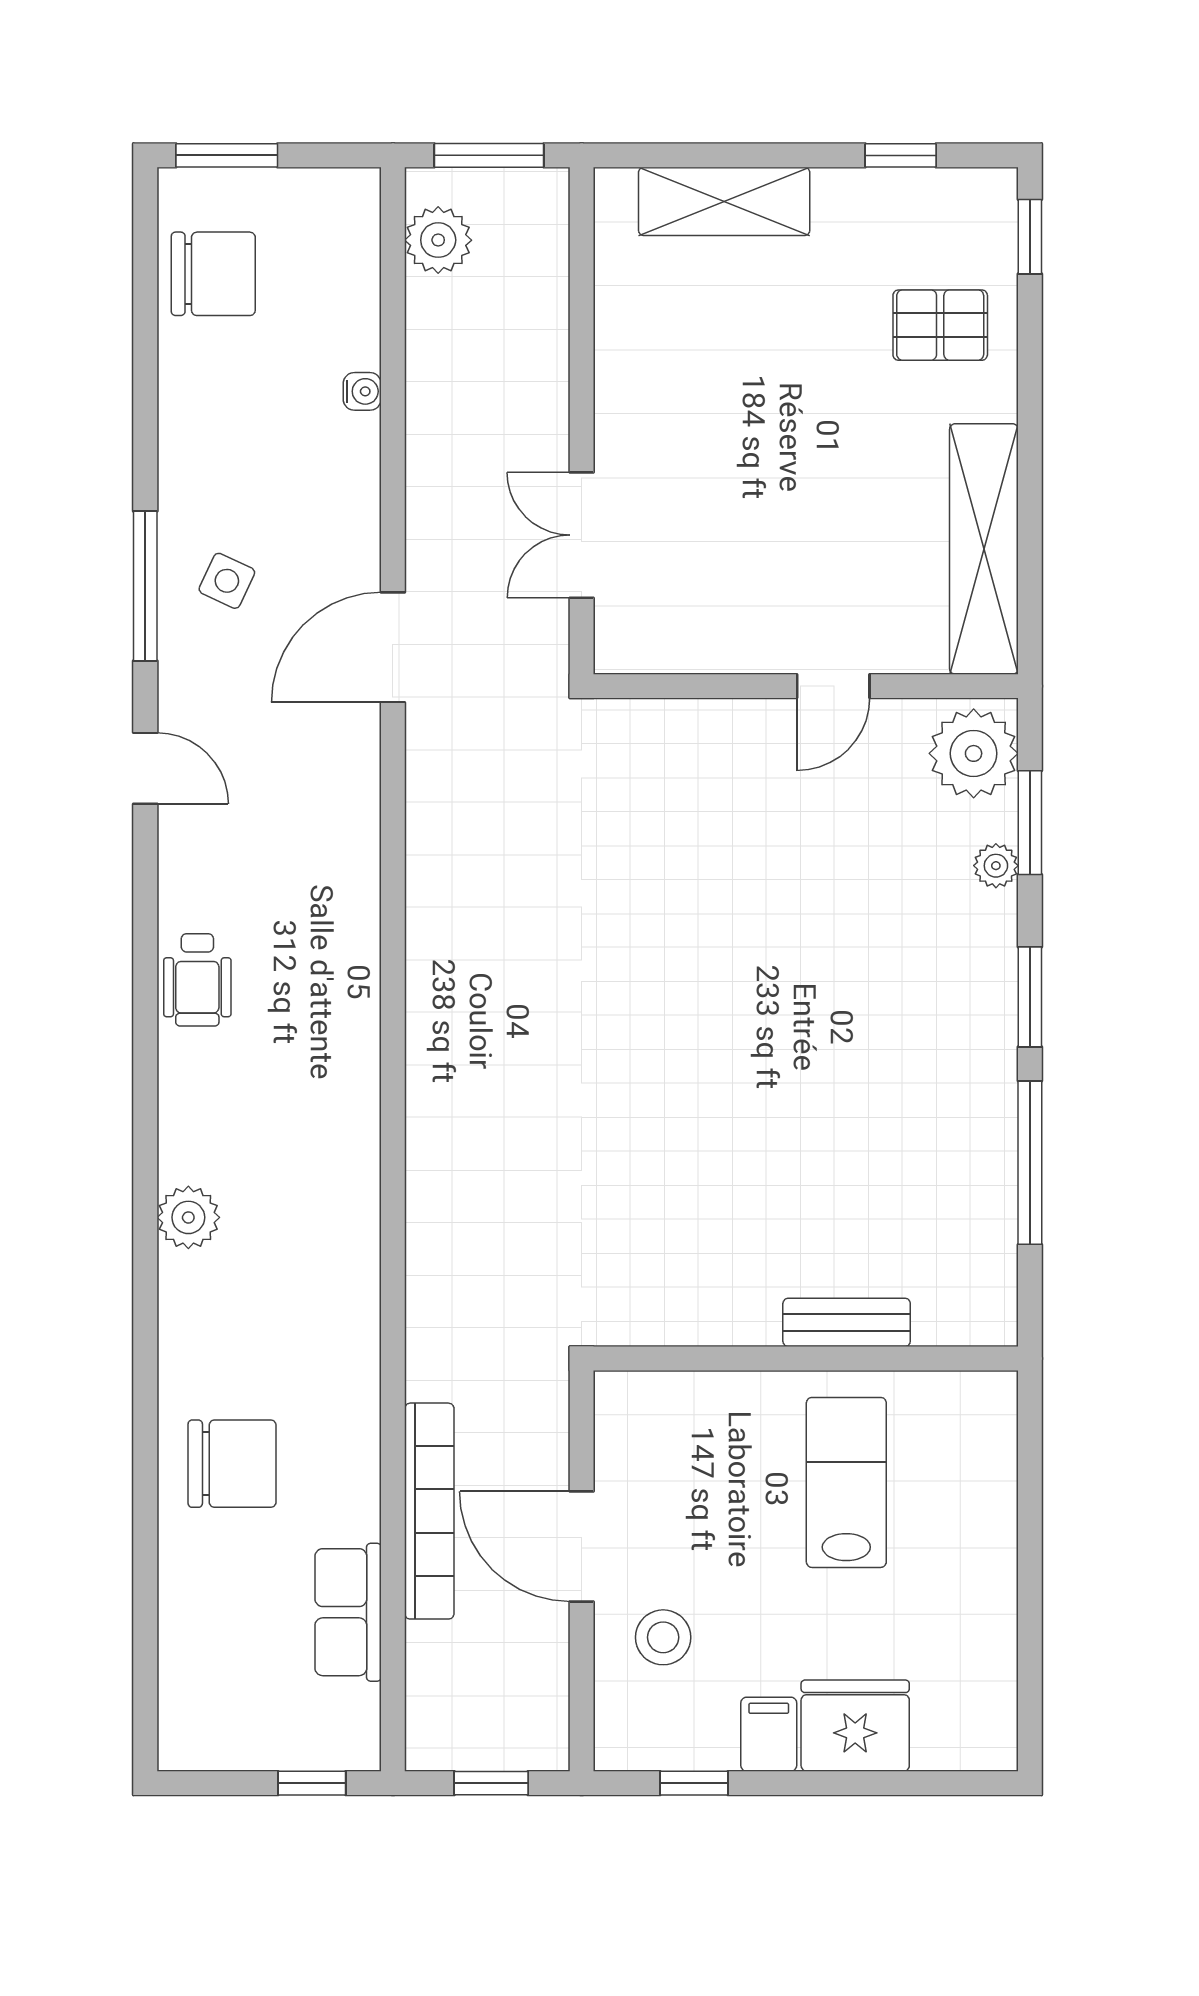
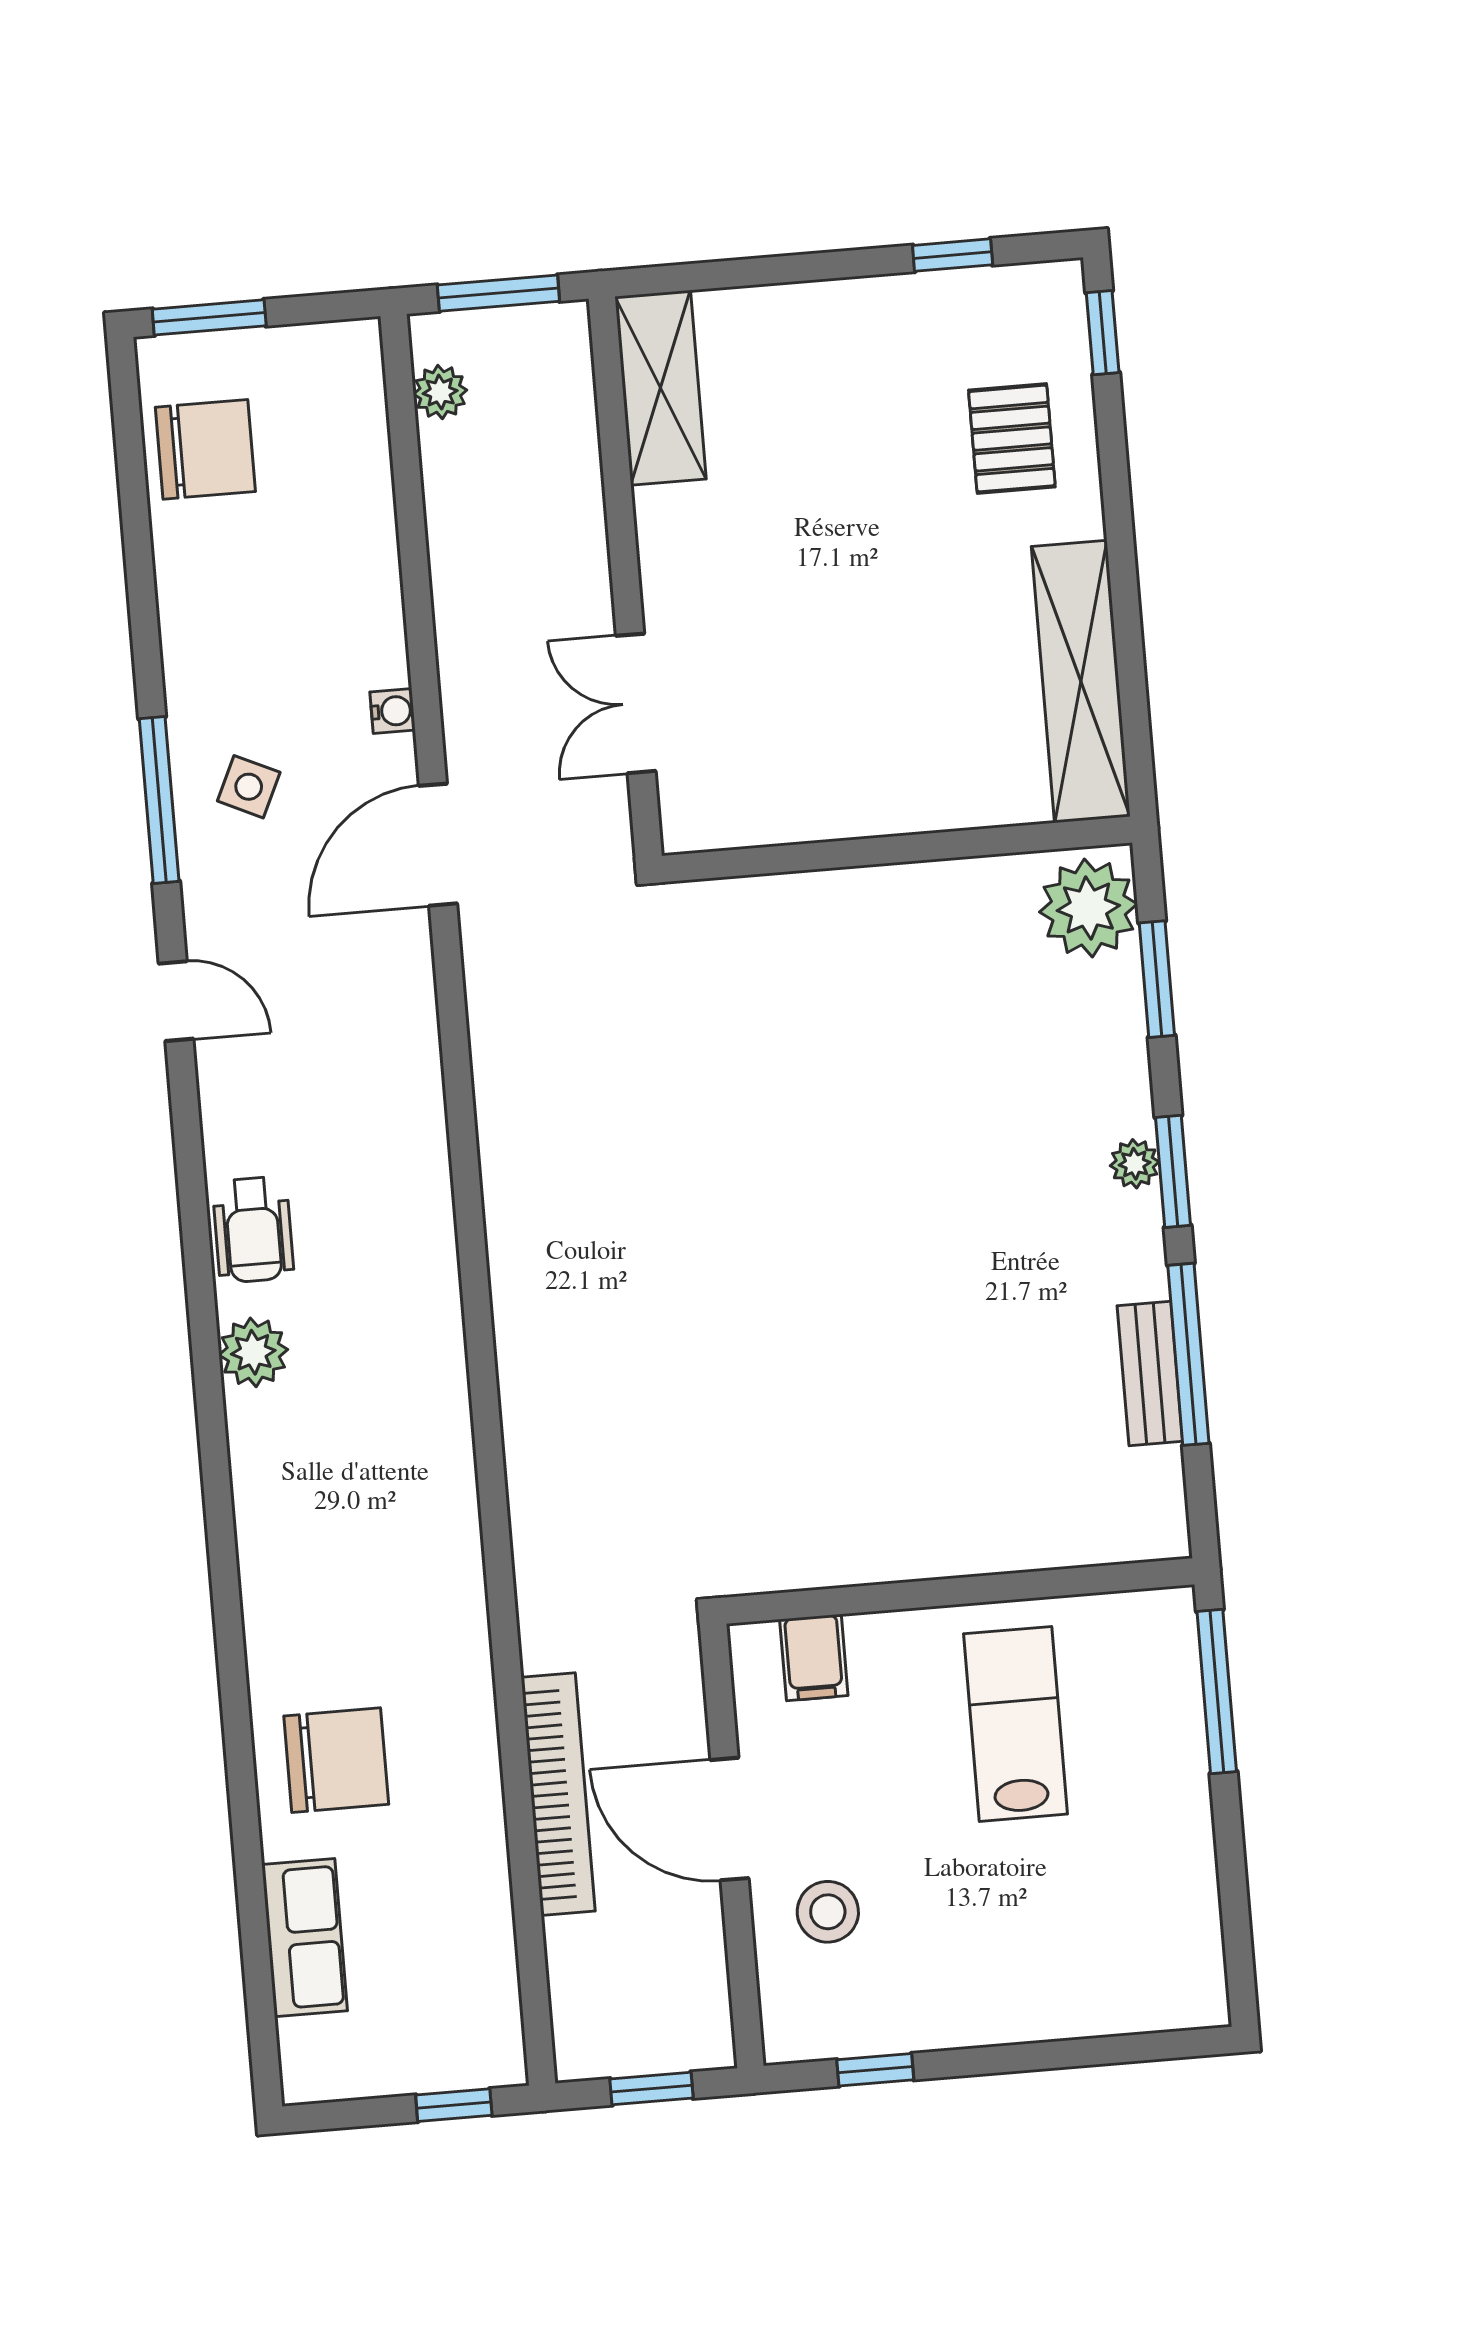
shelving: (724, 201) -> (660, 388), moved, turned 90
plant: (438, 240) -> (440, 392), width x0.73, depth x0.73
pallet: (940, 325) -> (1012, 439), turned 90
water cooler: (362, 391) -> (393, 711), moved
door: (833, 686) -> (927, 847), removed
plant: (996, 866) -> (1135, 1164), moved
plant: (188, 1217) -> (253, 1352), moved
bench: (847, 1322) -> (1150, 1373), moved, turned 90
window: (1030, 1468) -> (1217, 1692), added
row of seats: (348, 1612) -> (304, 1938), moved, turned 180
fridge: (855, 1726) -> (1048, 1991), removed
filing cabinet: (769, 1734) -> (814, 1657), moved, turned 180

